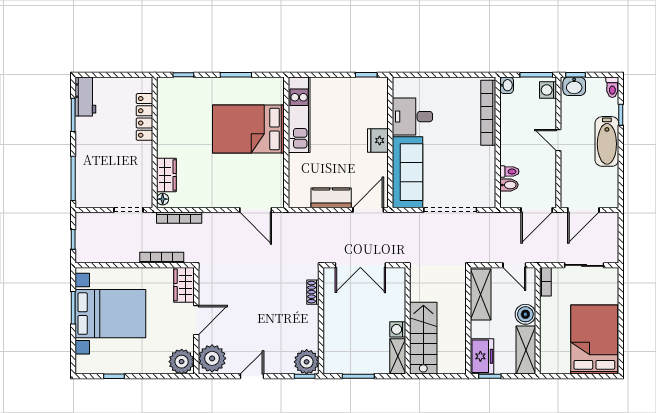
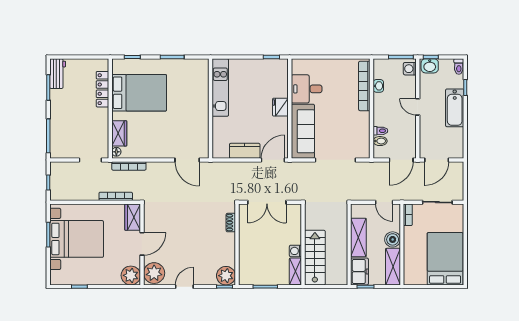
washbasin: (507, 85) -> (378, 86), moved
bed: (248, 129) -> (139, 93), moved, turned 180
shelving: (481, 295) -> (358, 237), moved

